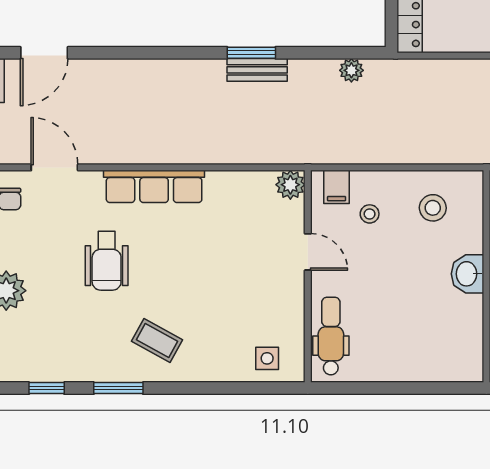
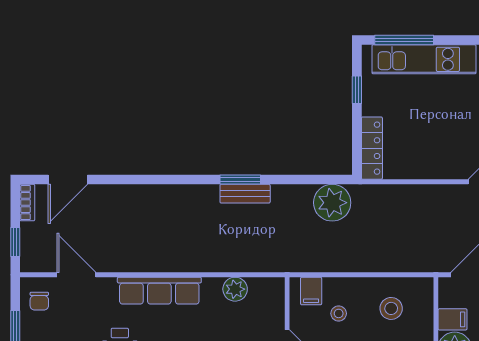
plant: (351, 70) -> (332, 203), width x1.88, depth x1.88
plant: (290, 185) -> (235, 289), moved

